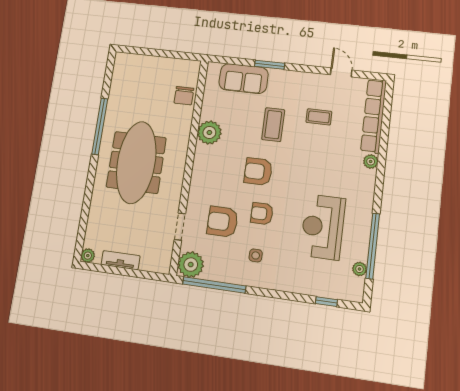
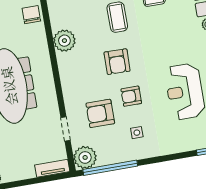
chair: (184, 96) -> (31, 15), turned 180
armchair: (258, 172) -> (117, 62), turned -89
tv unit: (121, 260) -> (52, 168), moved

